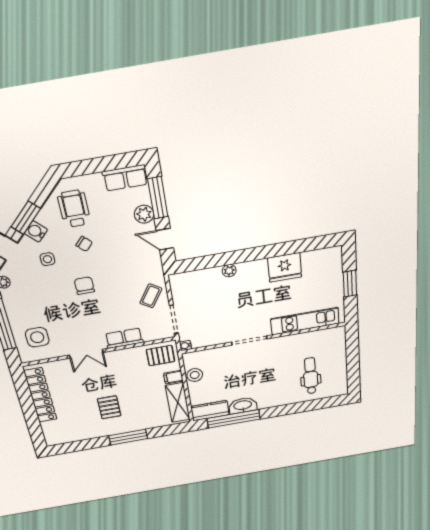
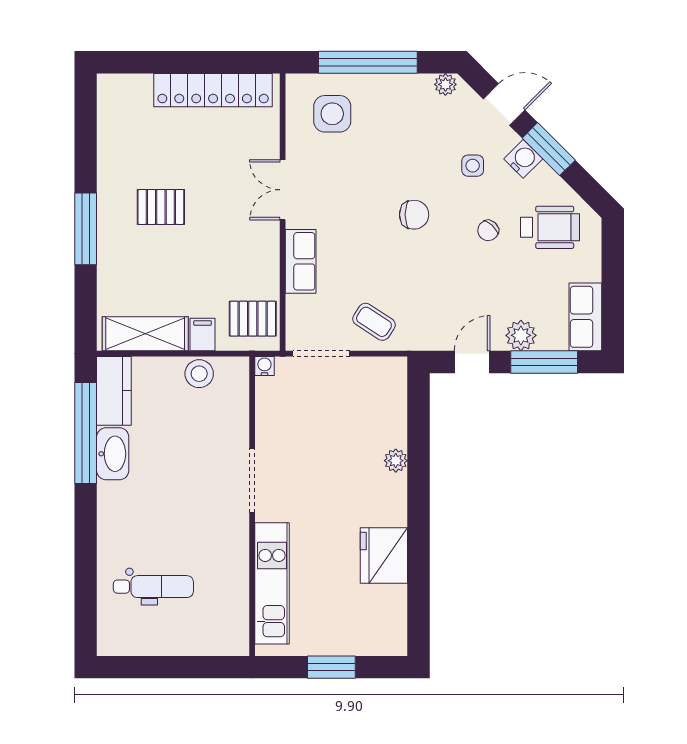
pallet: (160, 356) -> (253, 319), turned 90

